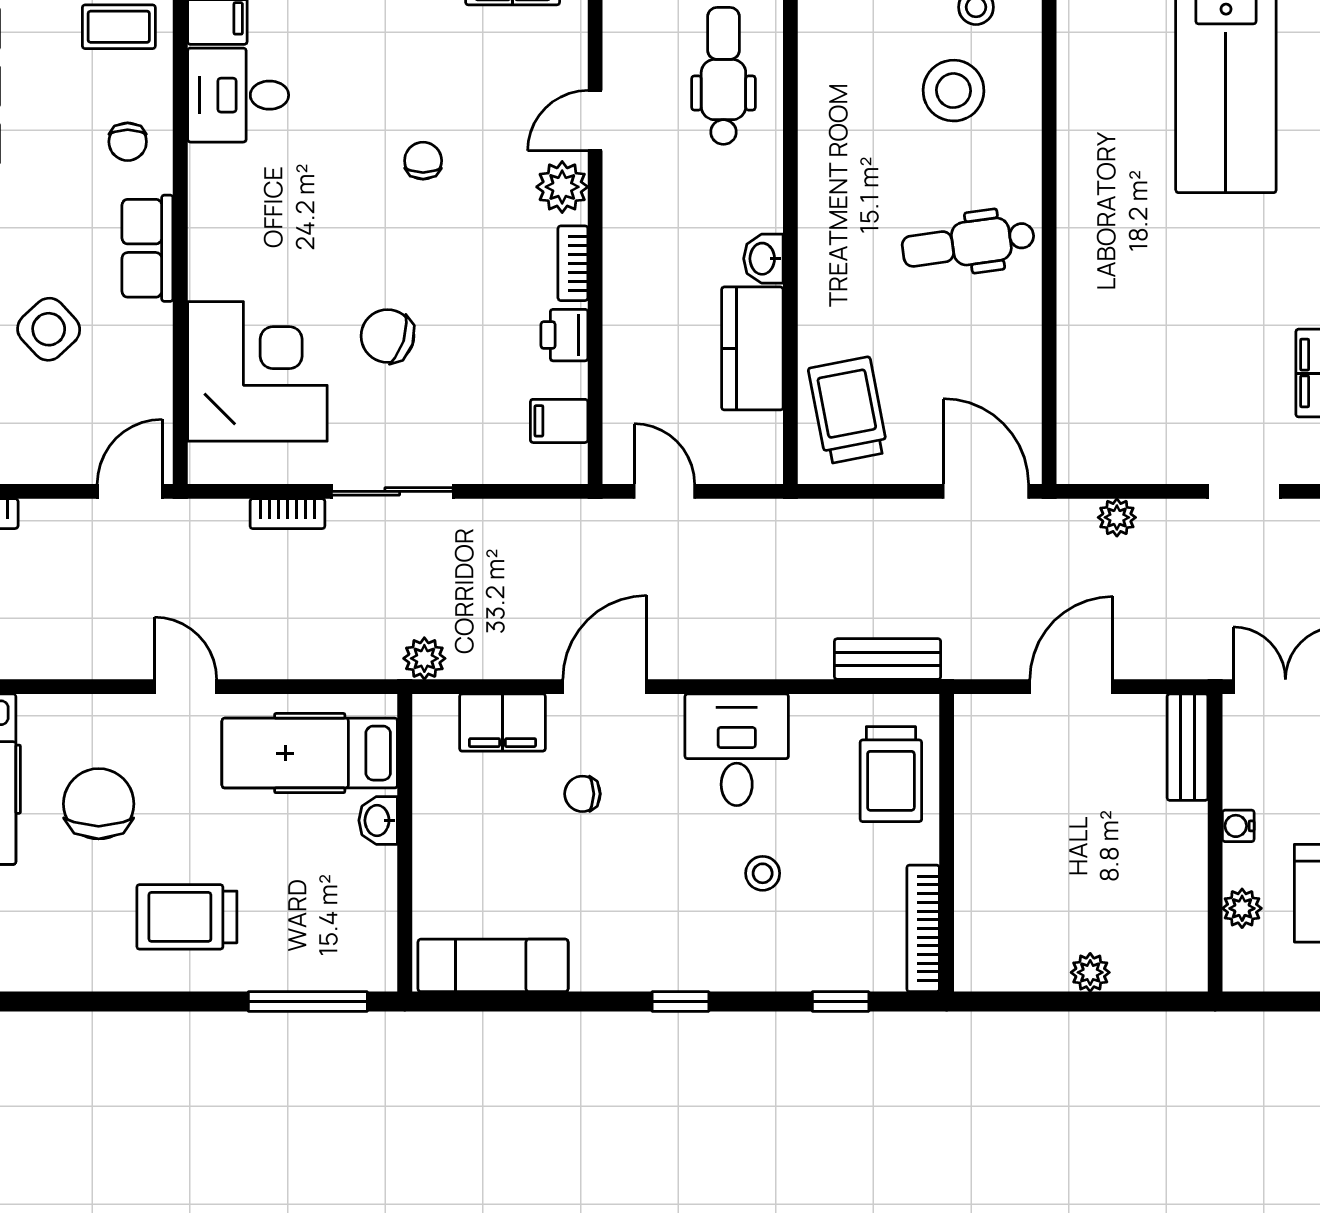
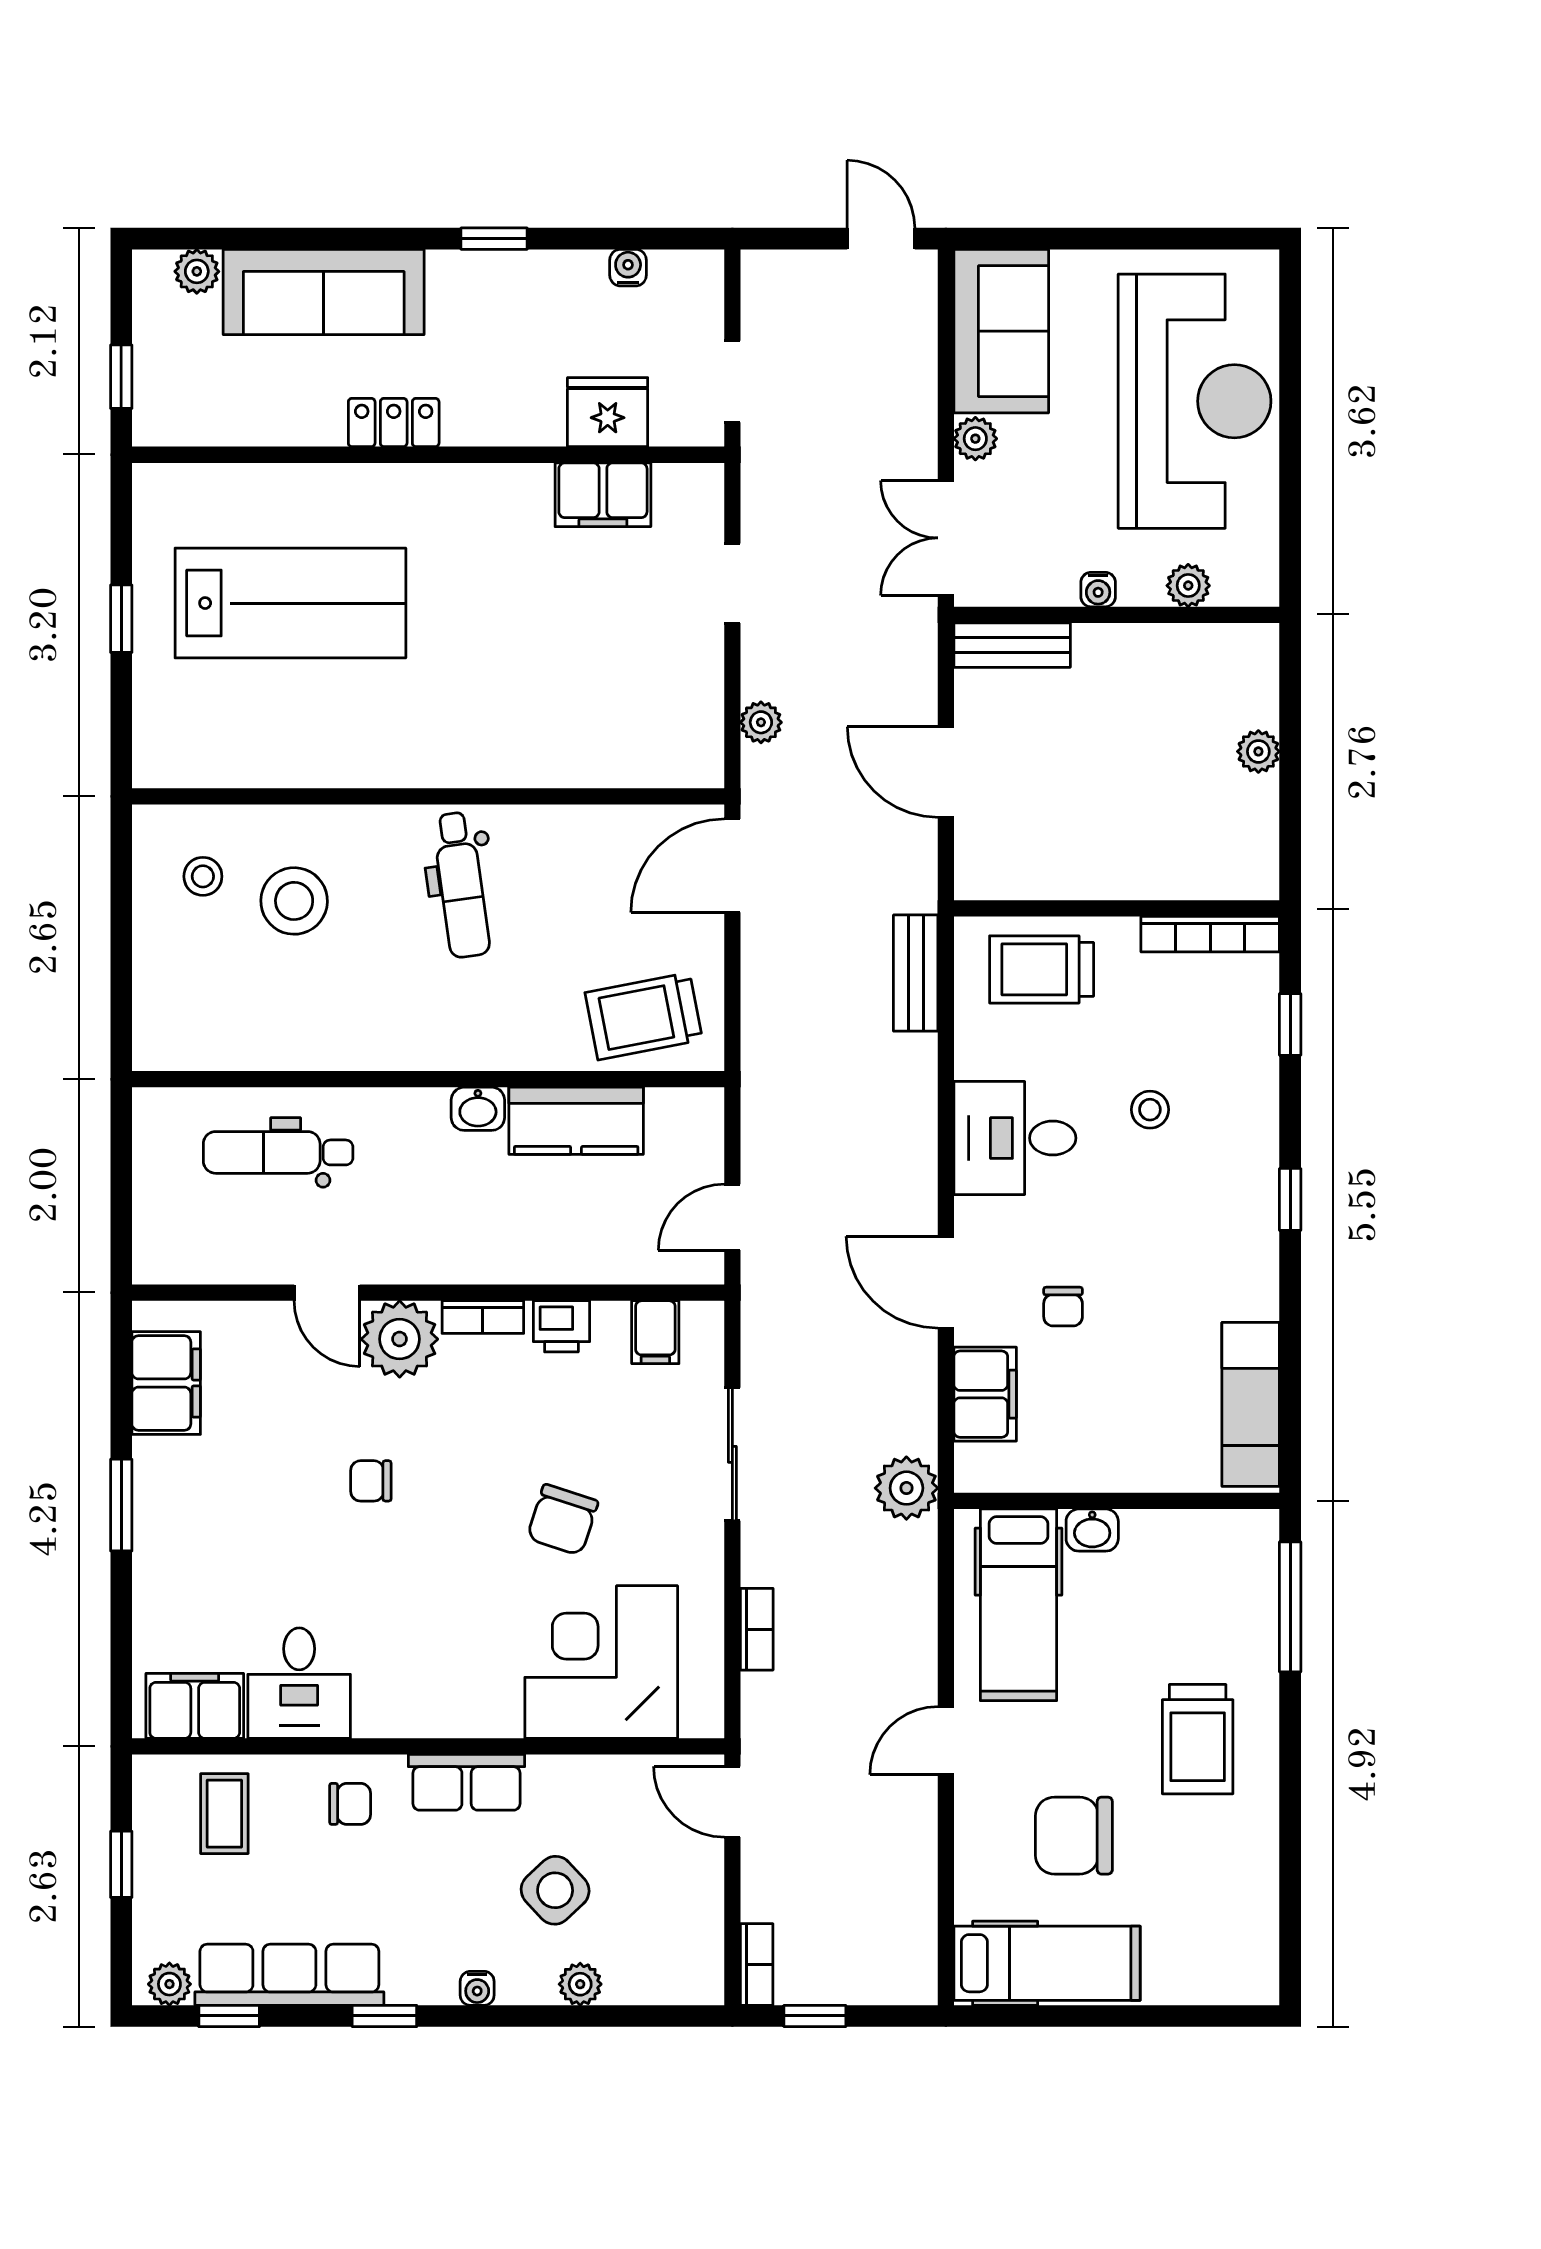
plant: (562, 187) -> (400, 1339), width x1.36, depth x1.36
sliding door: (392, 491) -> (732, 1454), moved
plant: (424, 658) -> (906, 1488), width x1.38, depth x1.38
trolley: (891, 774) -> (1042, 969), turned 180

